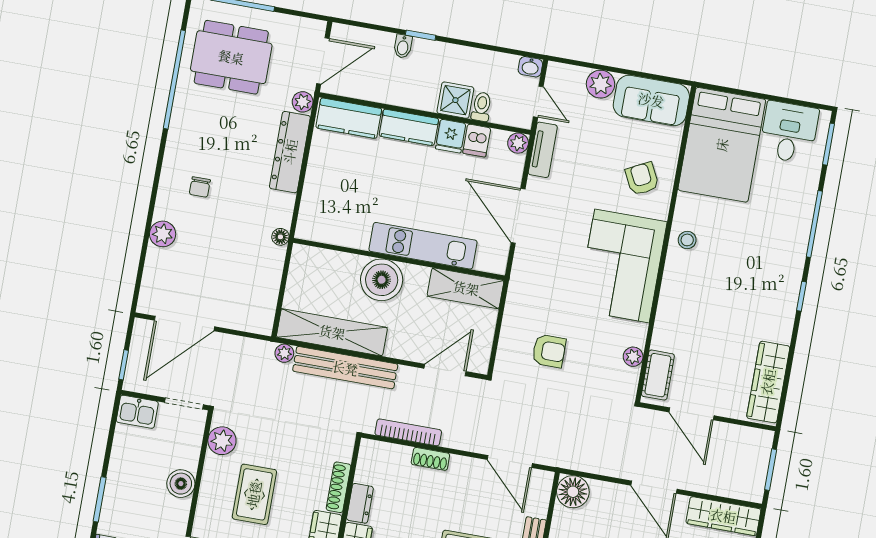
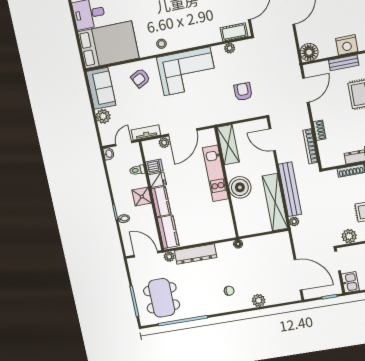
shower: (455, 100) -> (142, 197), moved
plant: (518, 143) -> (164, 143), moved

